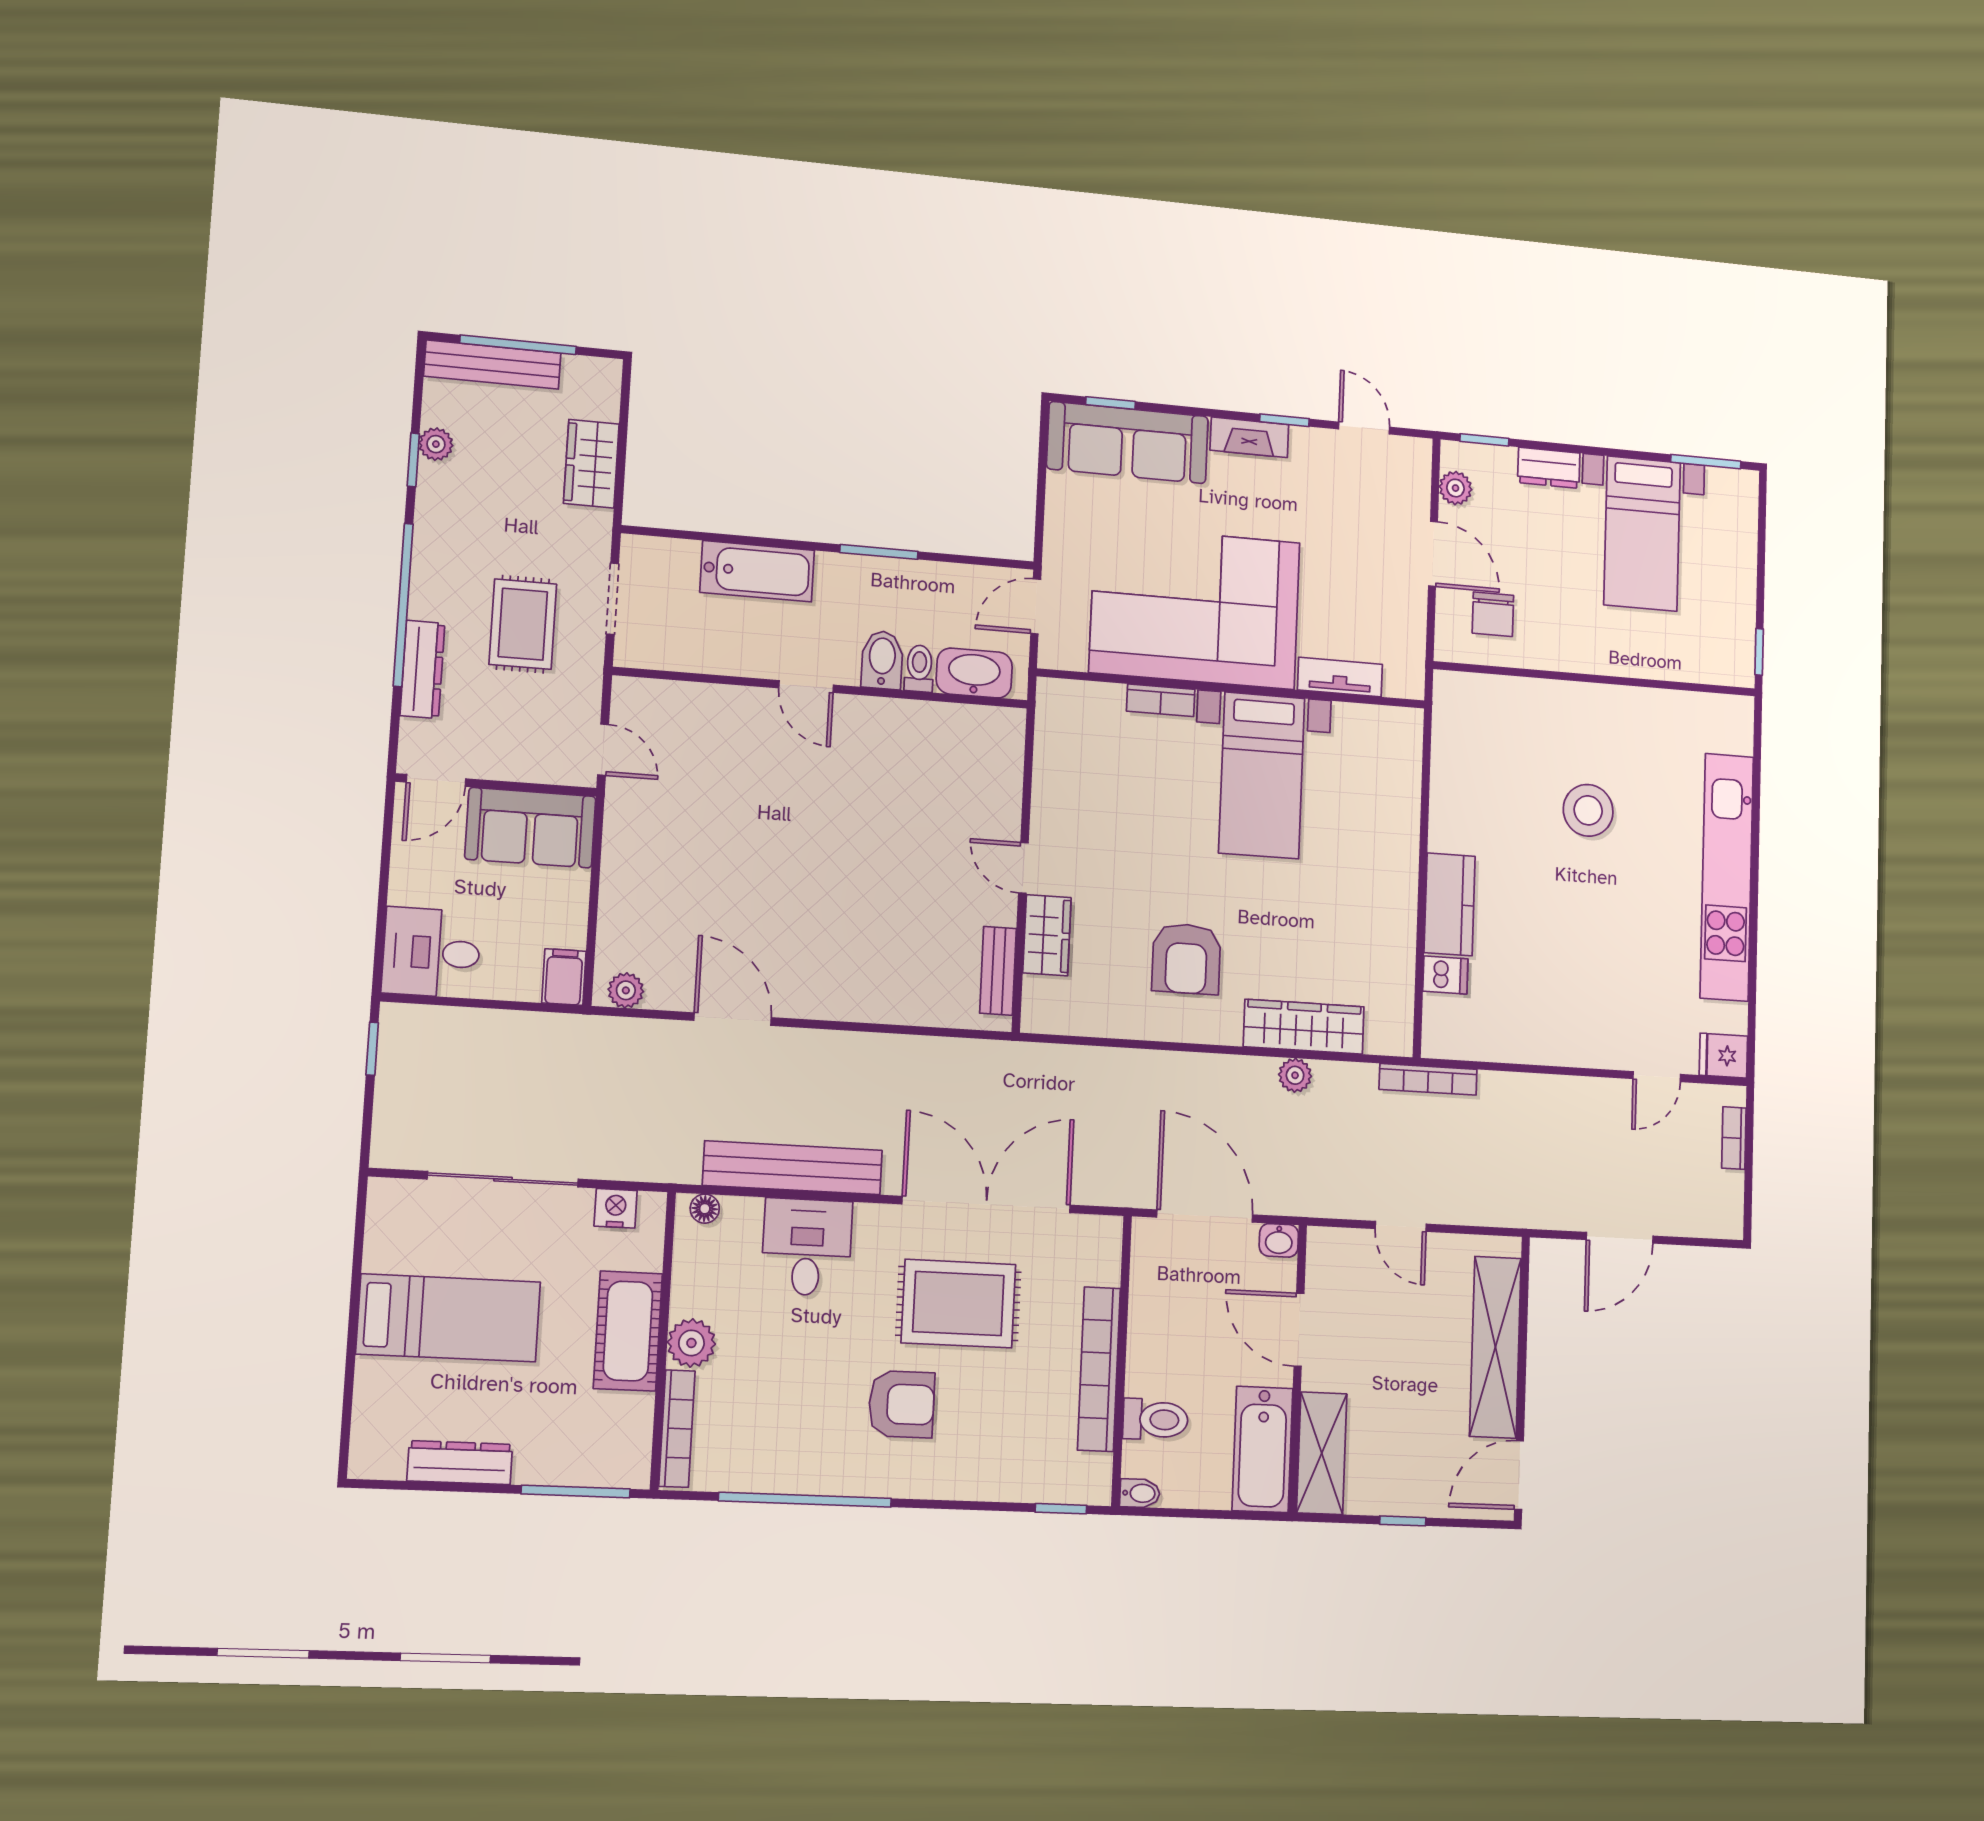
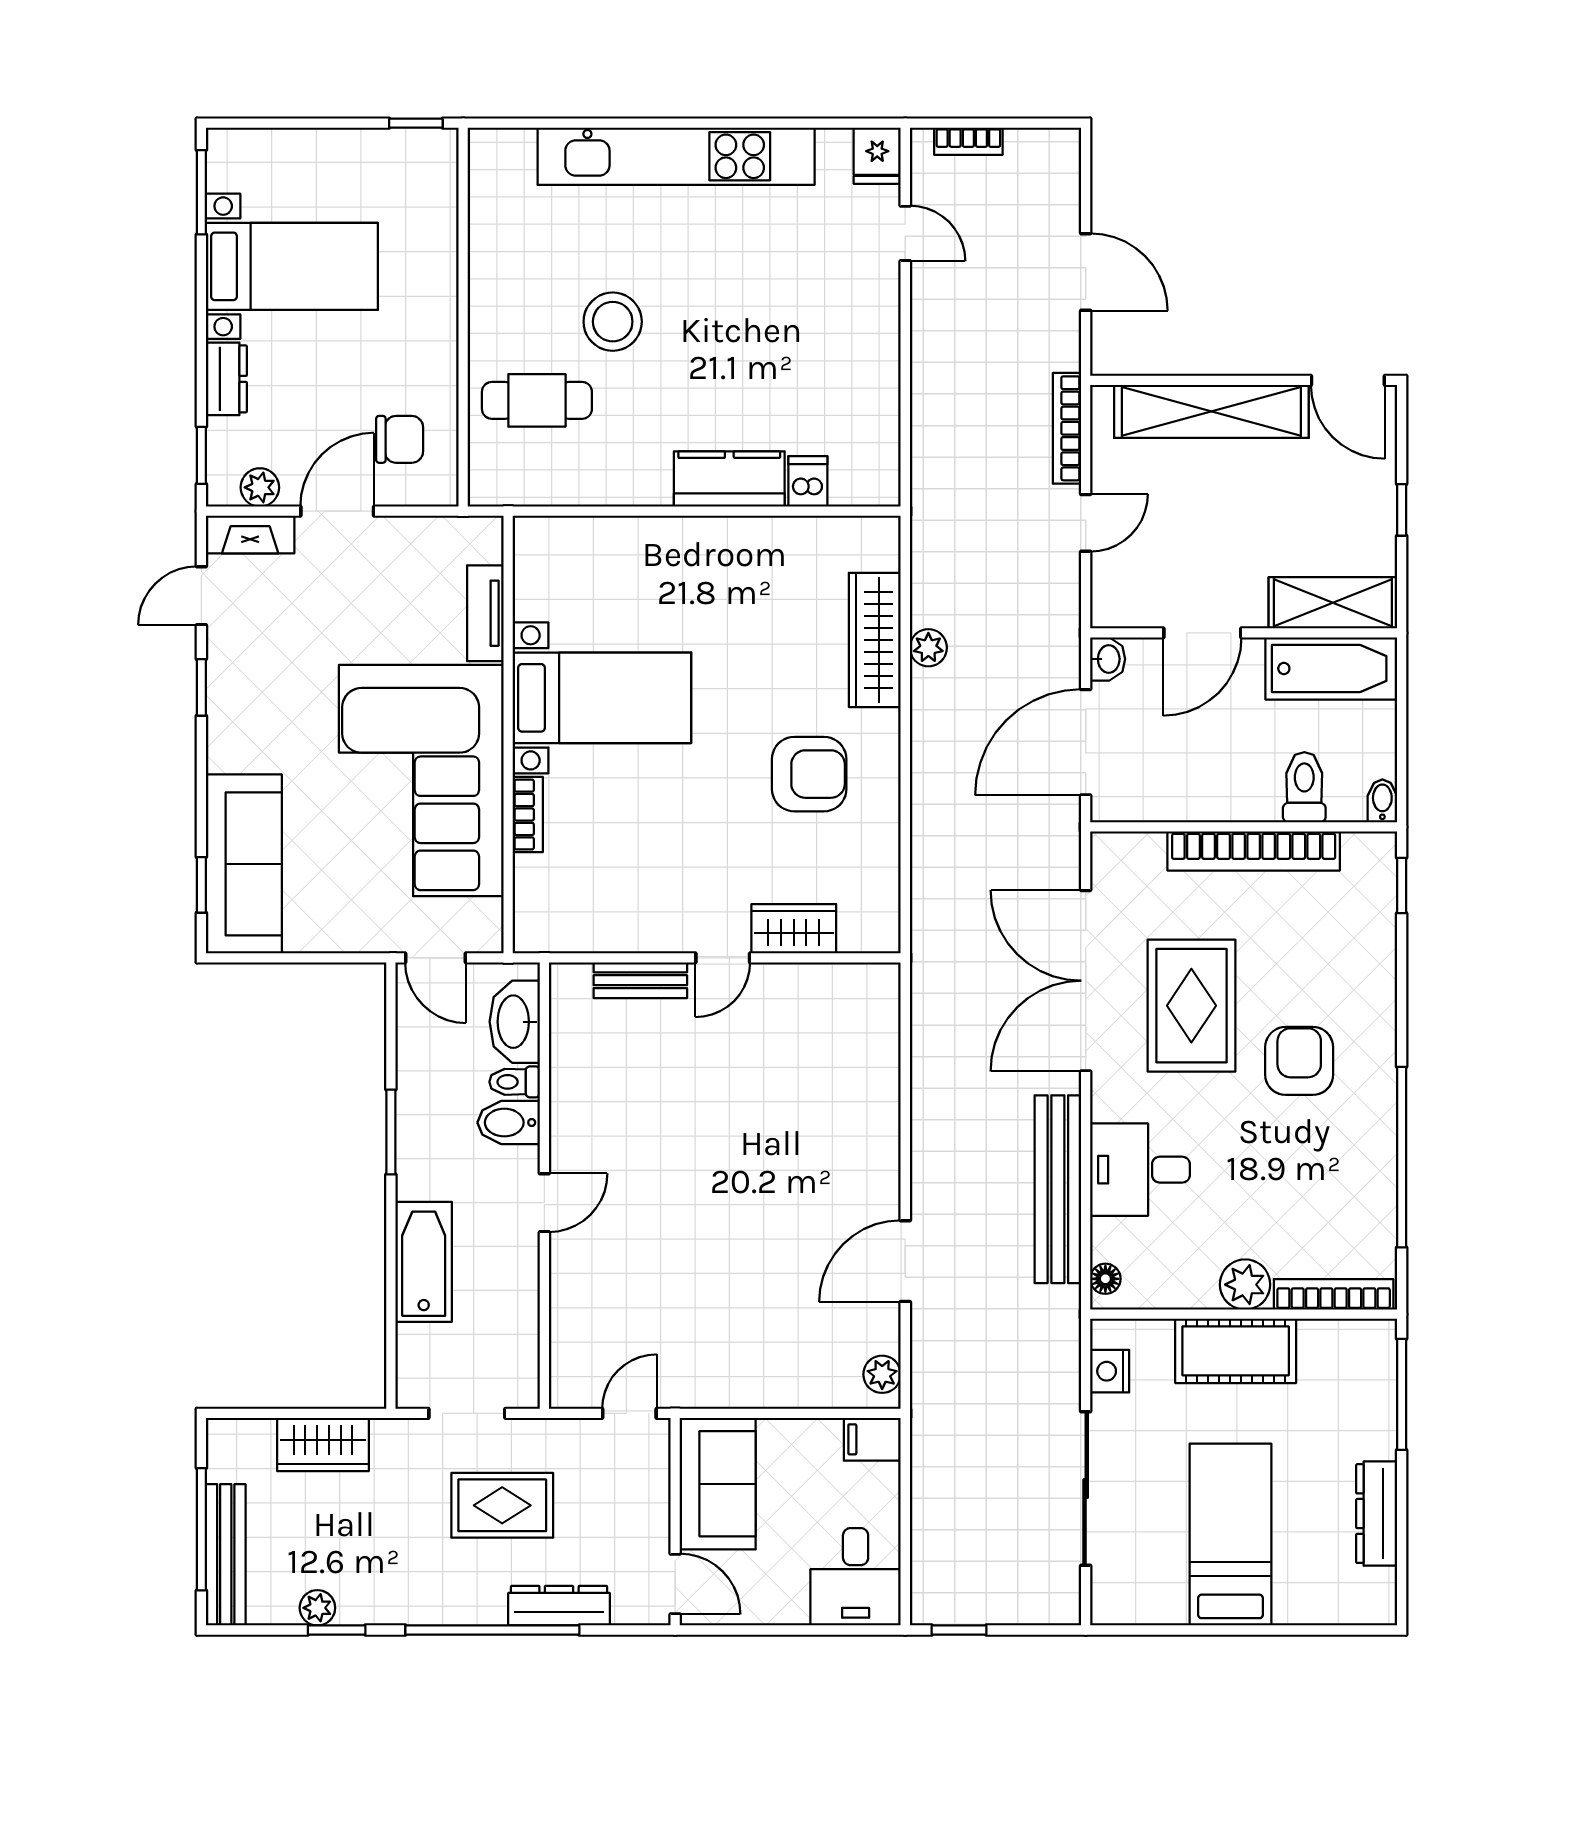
fireplace: (1249, 437) -> (250, 535), moved, turned 90
cafe table: (1523, 738) -> (537, 400), added
bench: (998, 971) -> (640, 980), moved
bookcase: (1428, 1079) -> (1067, 428), moved, turned 180

